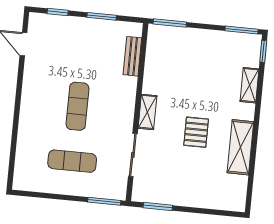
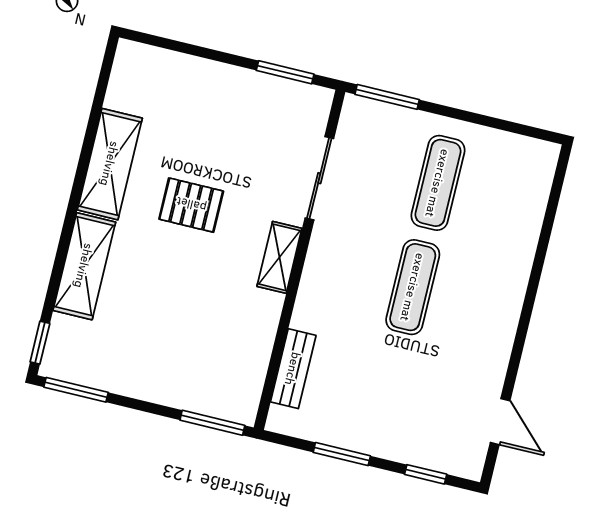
shelving: (250, 85) -> (84, 266), width x1.50, depth x1.33
pallet: (196, 132) -> (191, 205), turned 90
exercise mat: (72, 161) -> (438, 183), turned 90

